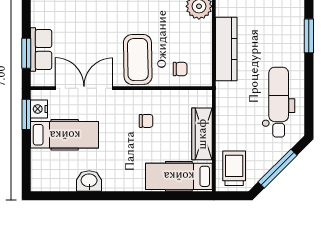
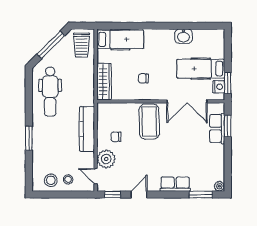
chair: (180, 69) -> (116, 137), moved
wardrobe: (202, 134) -> (104, 82), moved

